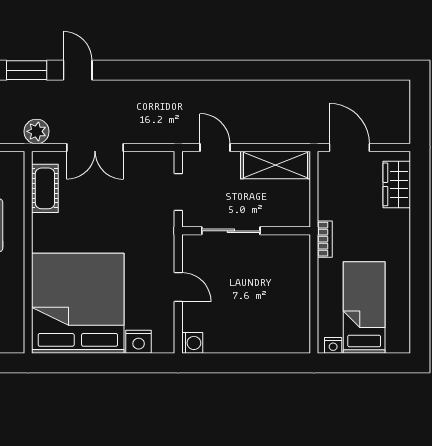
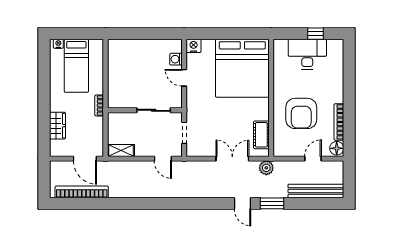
bookcase: (355, 90) -> (82, 192), added
shelving: (275, 165) -> (121, 150), width x0.67, depth x0.75
wardrobe: (397, 184) -> (57, 126), moved
nightstand: (139, 342) -> (194, 46), moved
washing machine: (192, 343) -> (176, 59), moved
nightstand: (333, 345) -> (58, 44), moved

